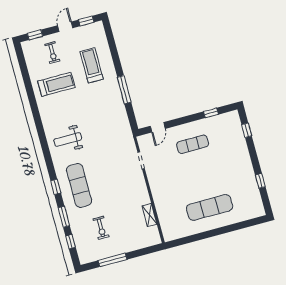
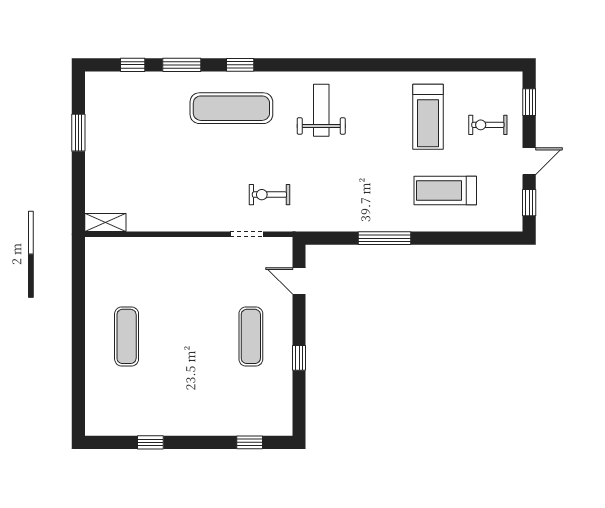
door: (65, 27) -> (529, 161), hinge flipped
treadmill: (92, 65) -> (445, 191), turned 180
window: (211, 113) -> (299, 358), moved
exercise mat: (210, 207) -> (127, 336), width x0.73, depth x0.69
shelving: (149, 215) -> (105, 223), moved
exercise bike: (101, 228) -> (269, 195), moved
window: (112, 260) -> (78, 133), width x0.69

